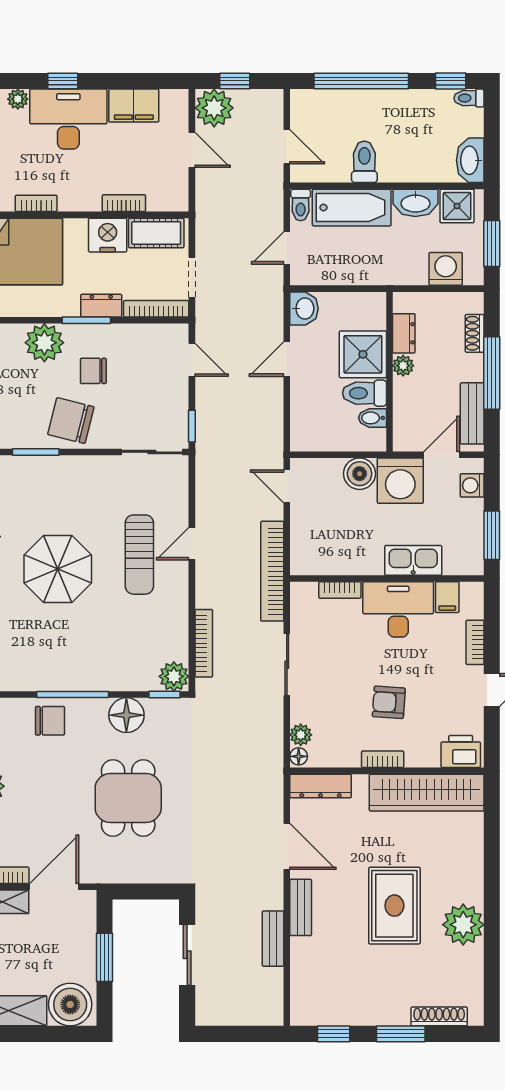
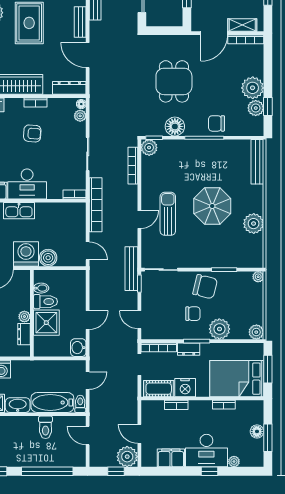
bench: (206, 454) -> (131, 269), added
bookcase: (340, 590) -> (75, 194), moved

